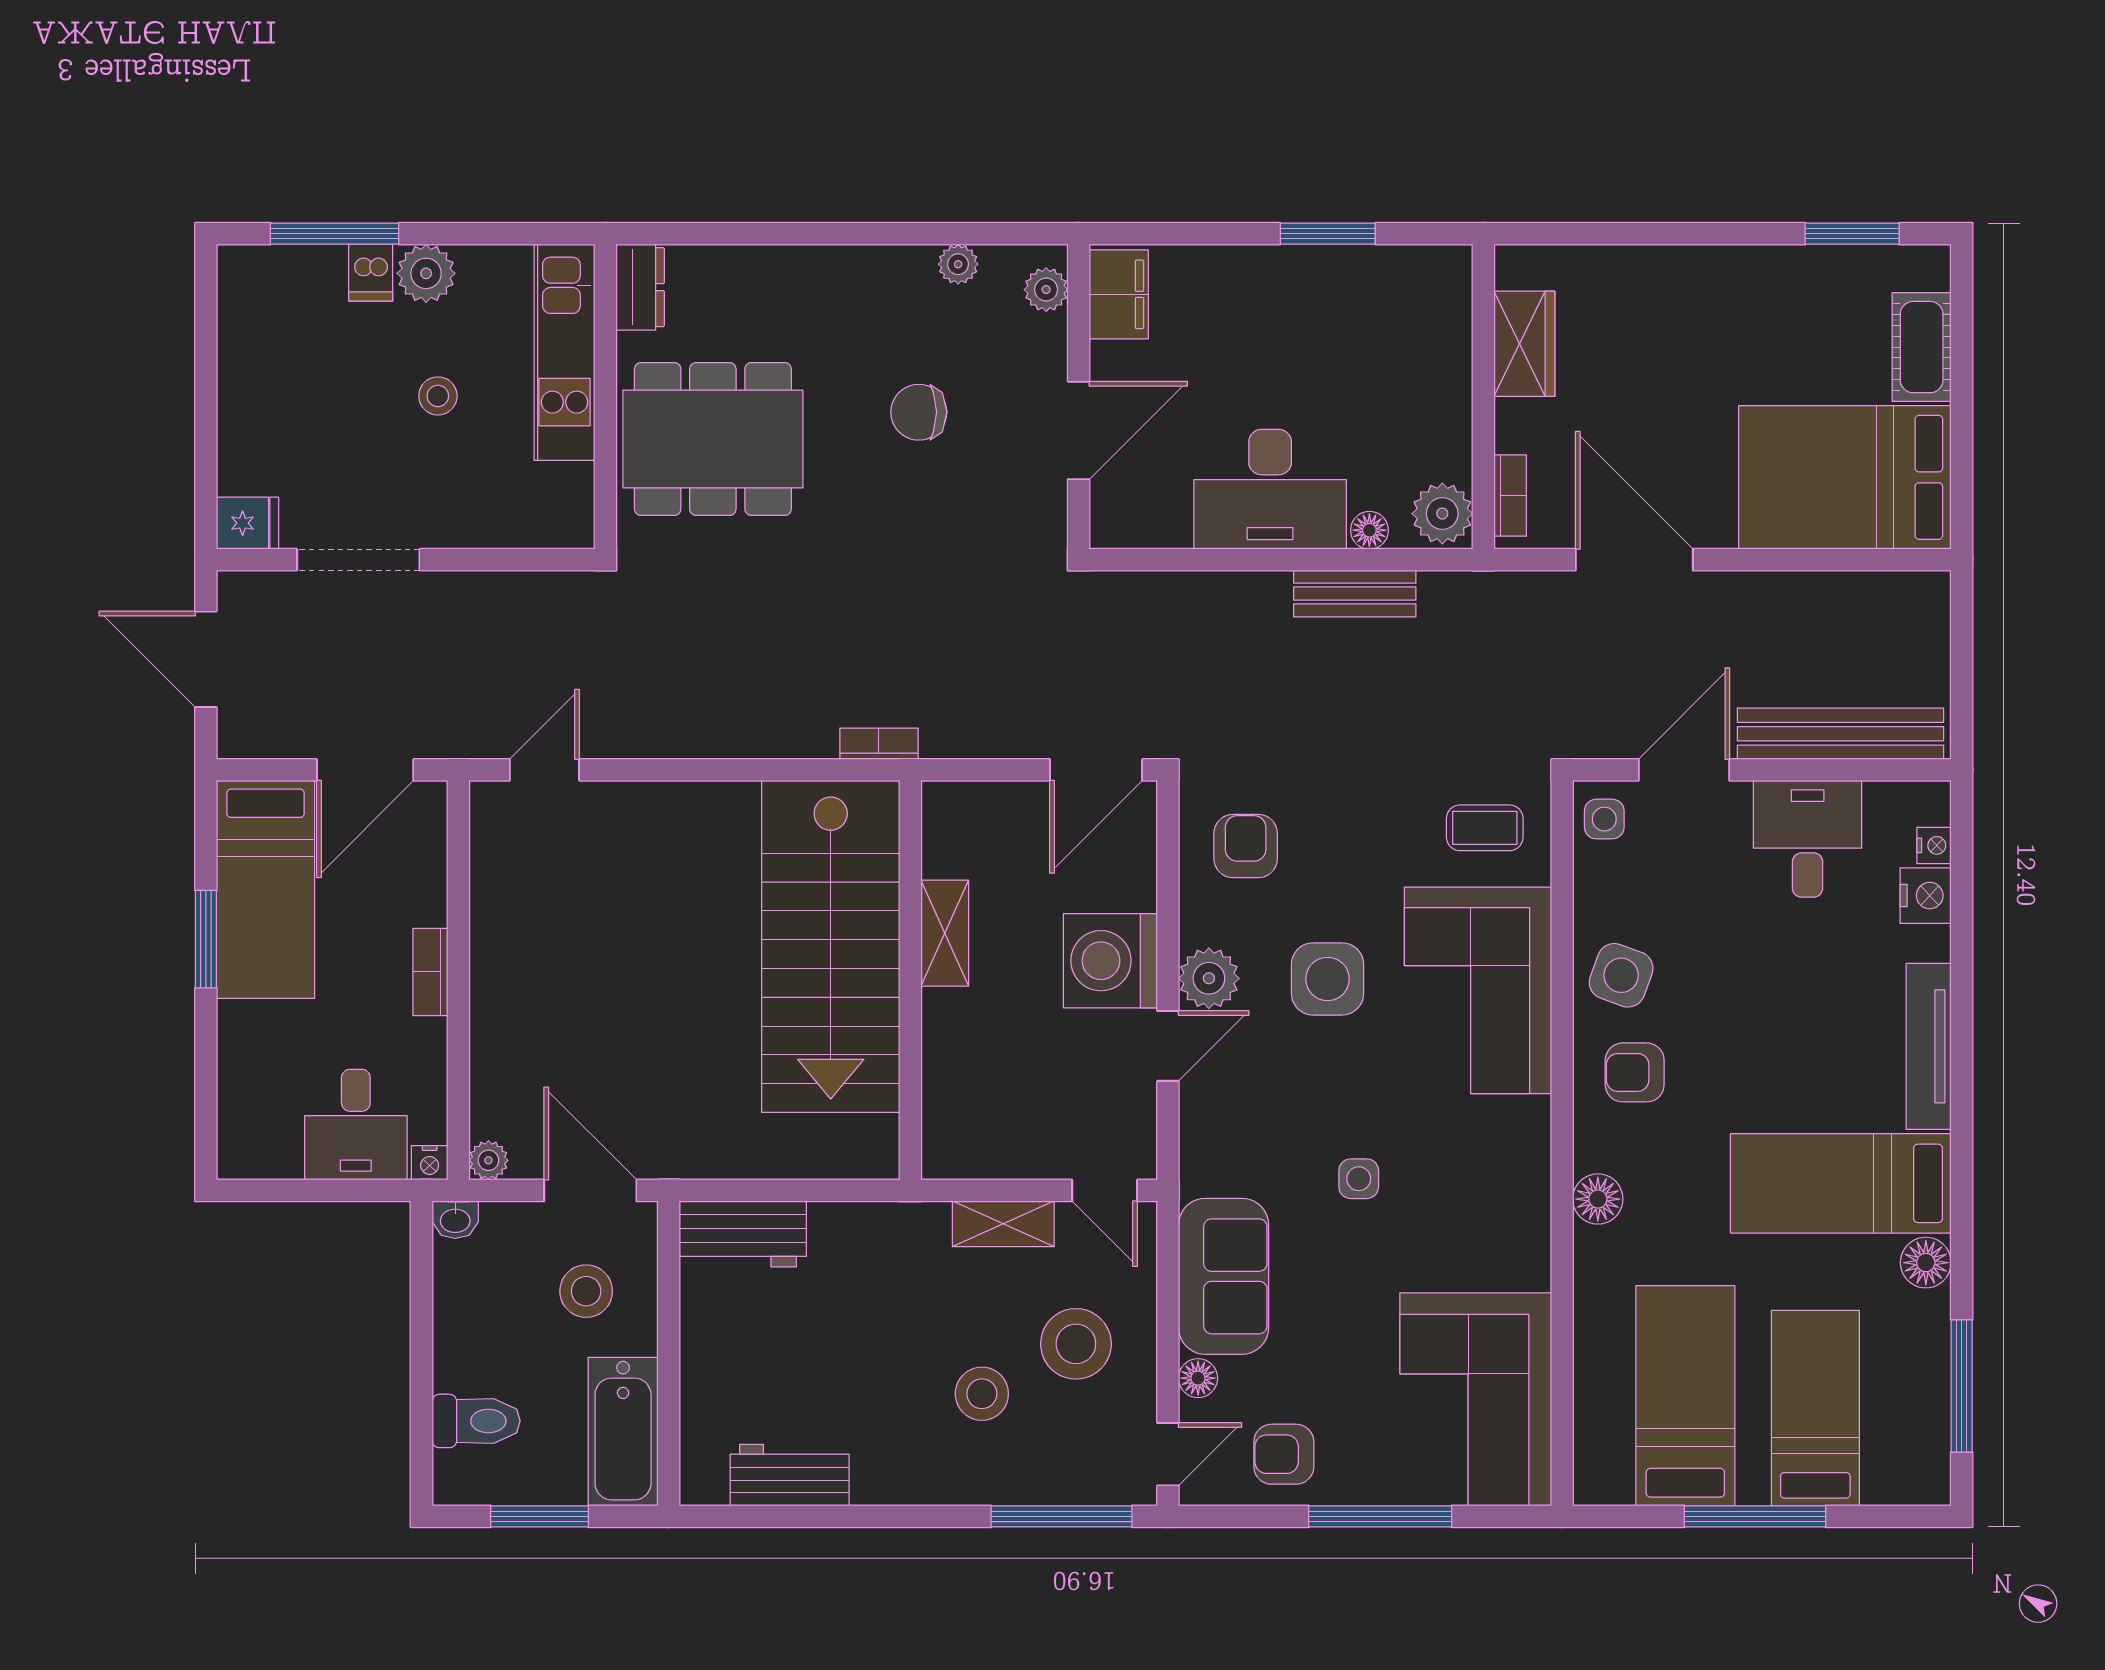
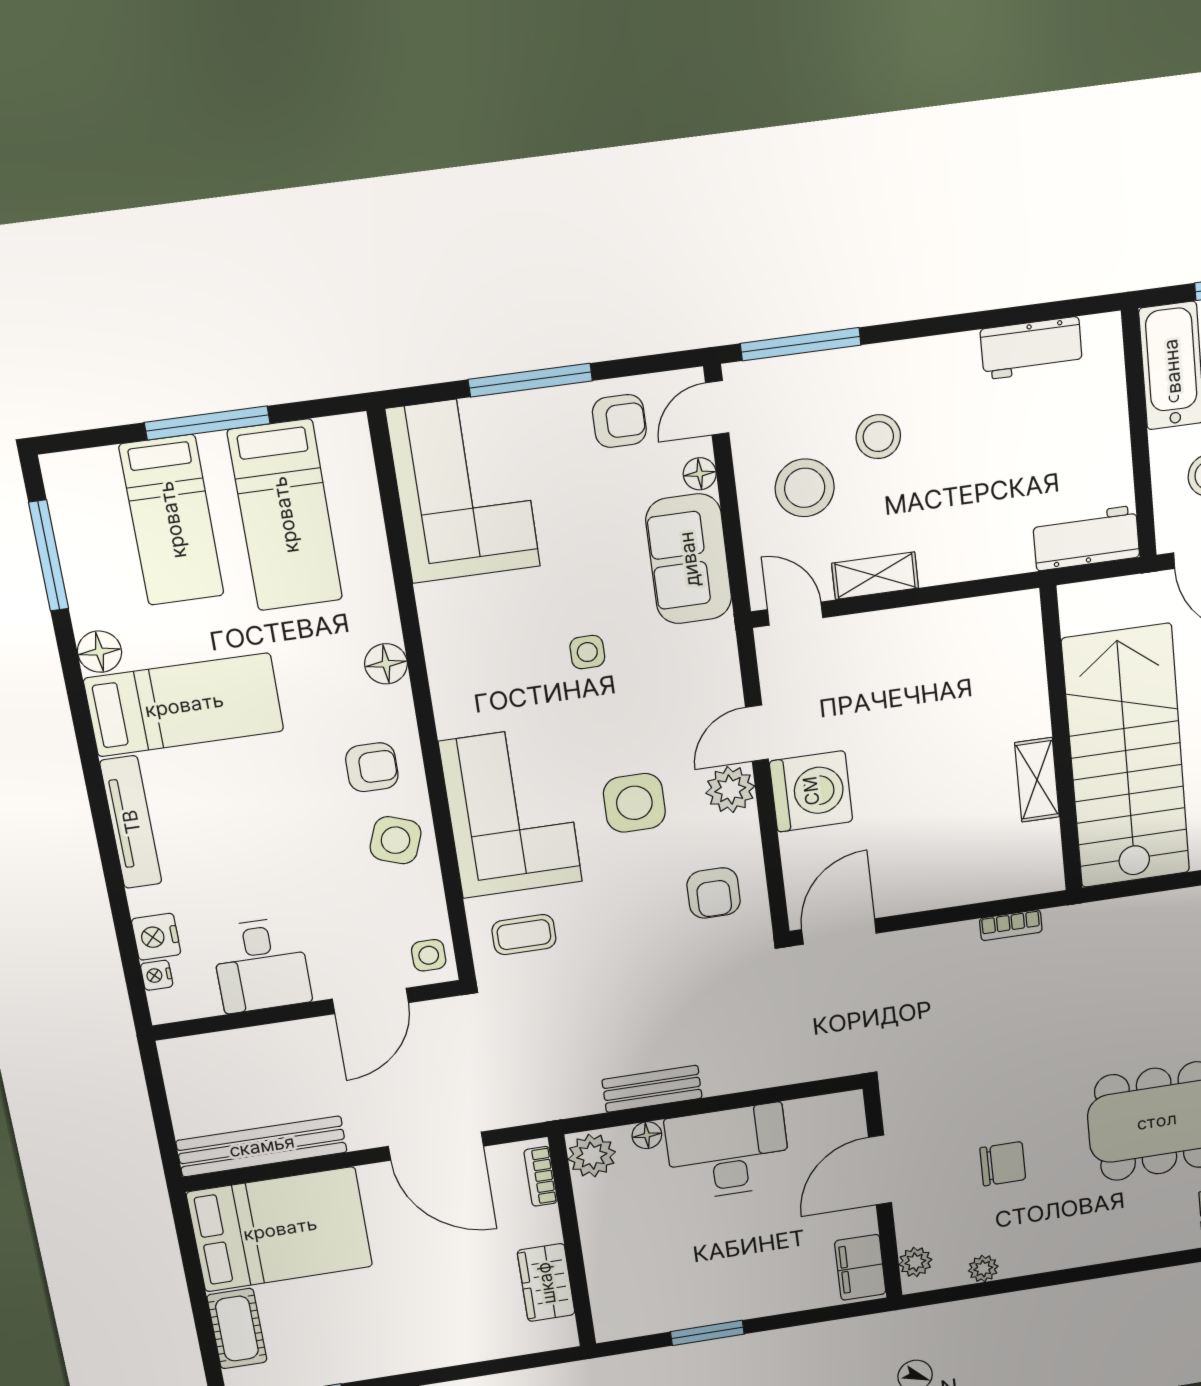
bench: (1841, 734) -> (262, 1146), moved
shelving: (945, 933) -> (1037, 780), moved
stairs: (831, 946) -> (1126, 757), moved
wall: (910, 980) -> (1061, 740), moved

